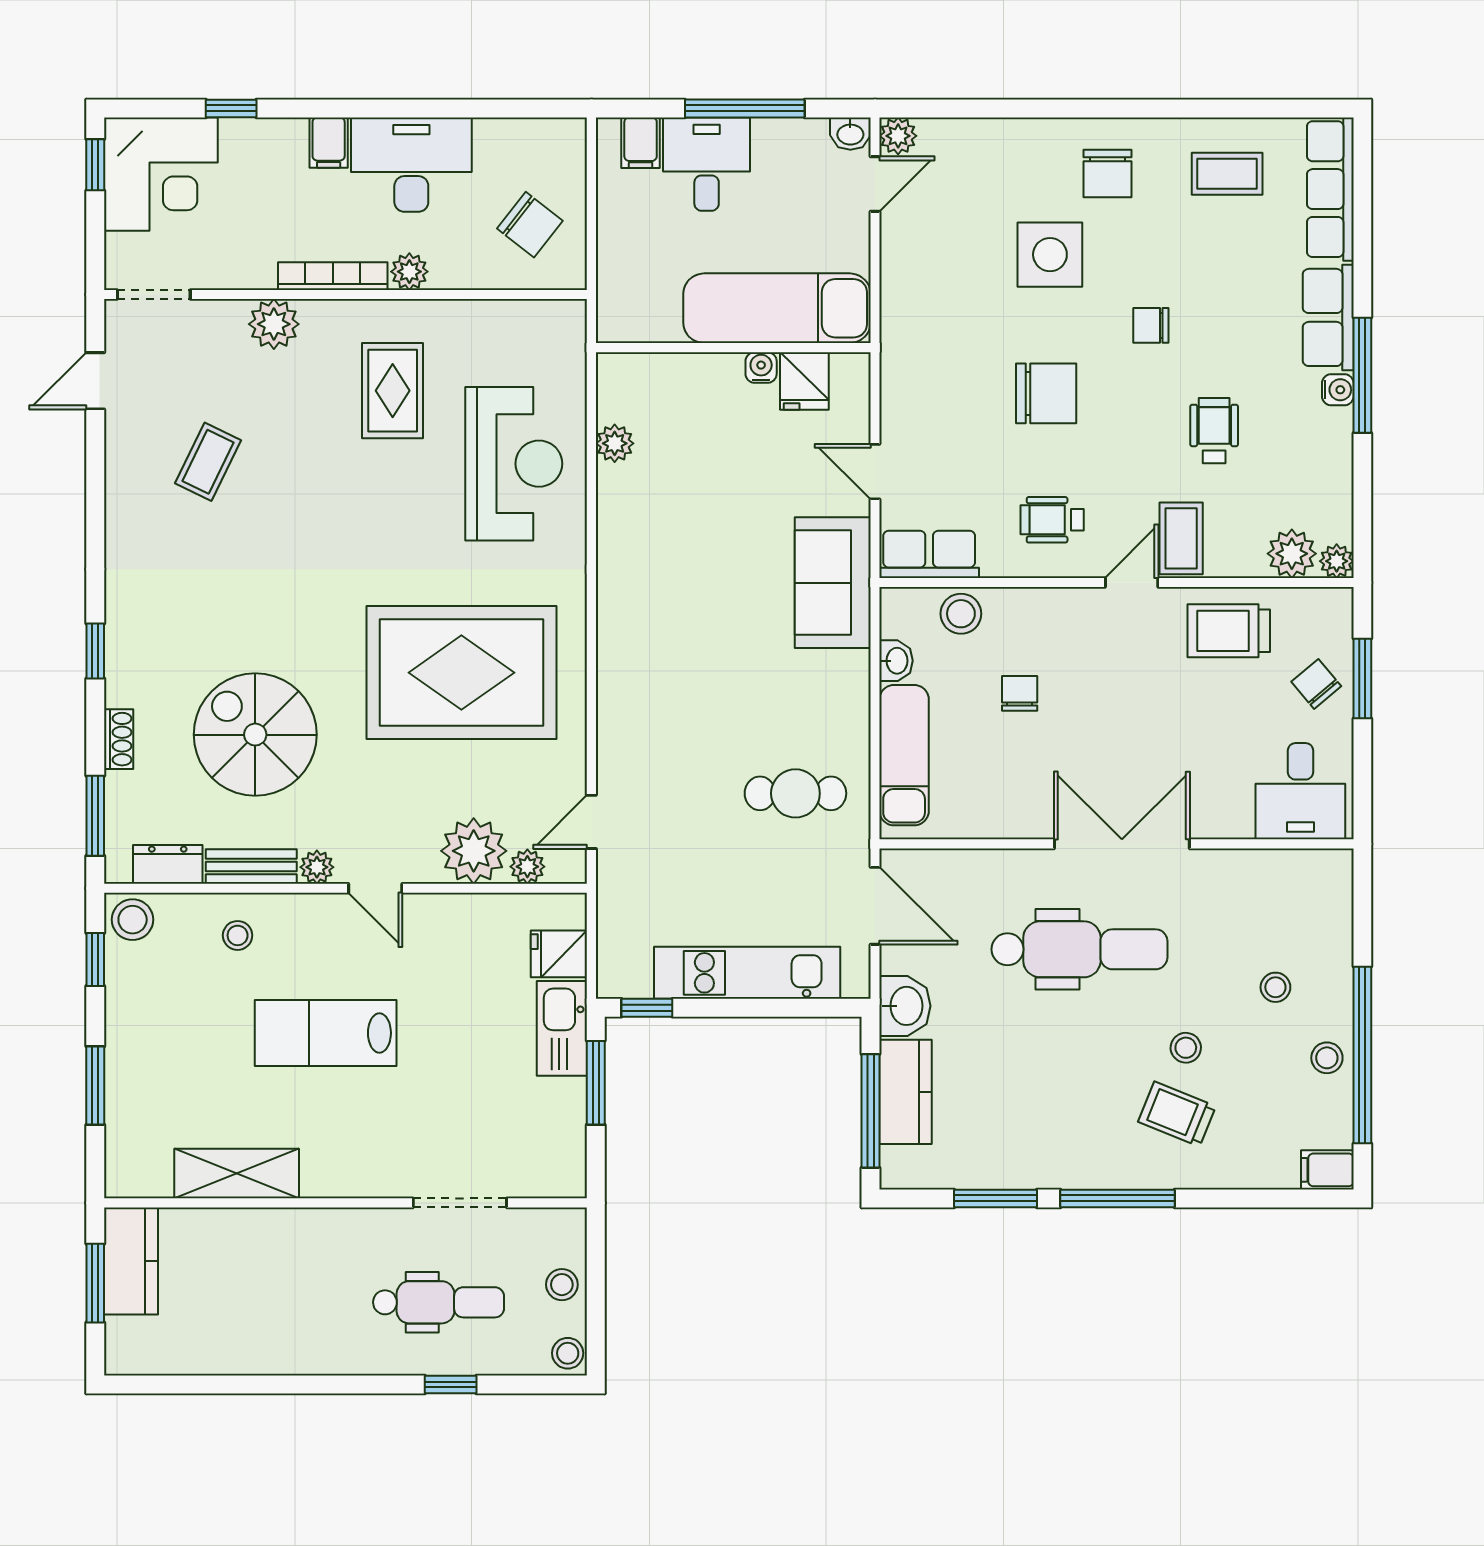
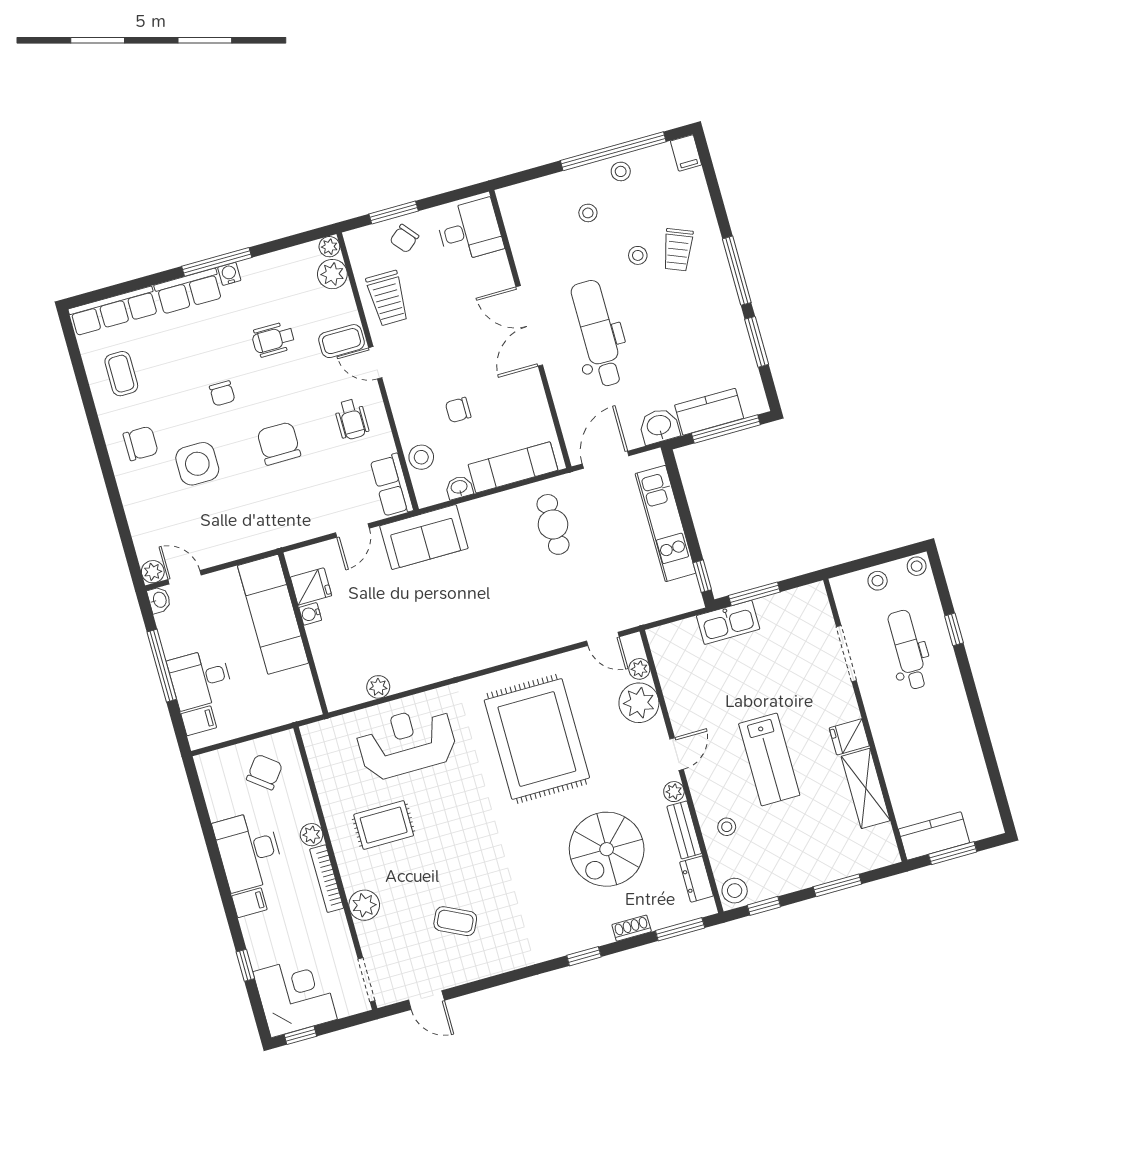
fridge: (559, 954) -> (849, 737), moved, turned 90

